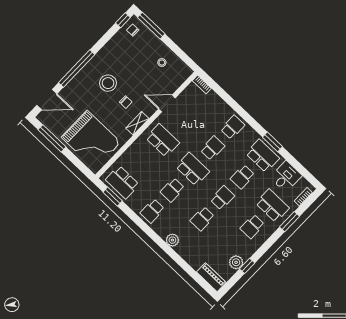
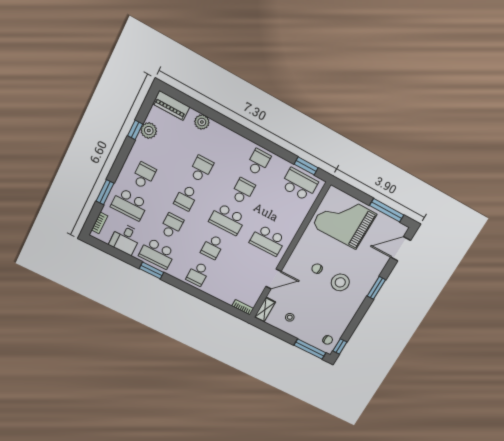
window: (77, 69) -> (376, 288), width x0.47
shelving: (137, 123) -> (265, 310), moved
plant: (172, 240) -> (202, 122), moved

